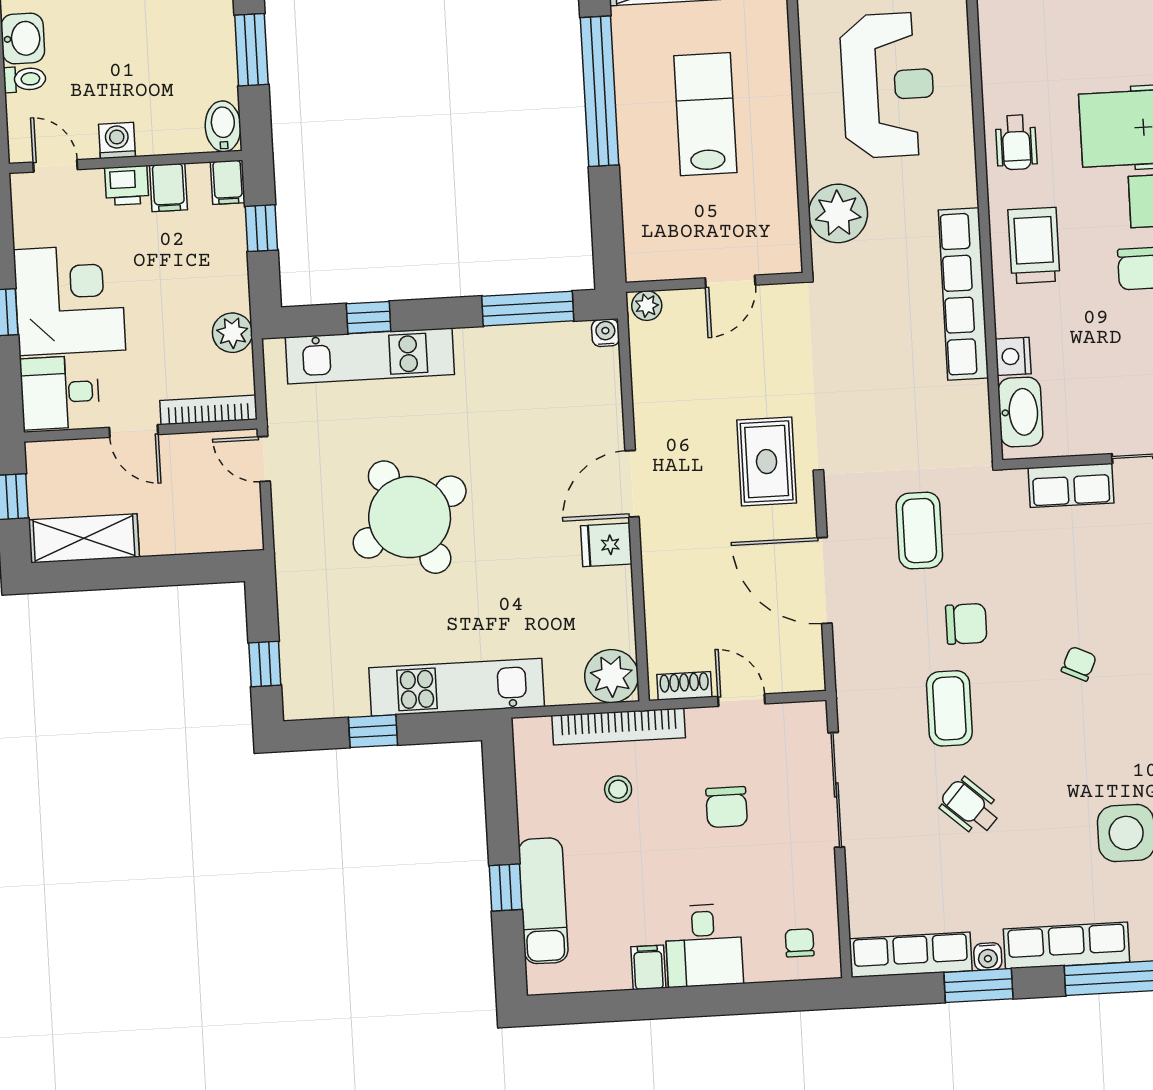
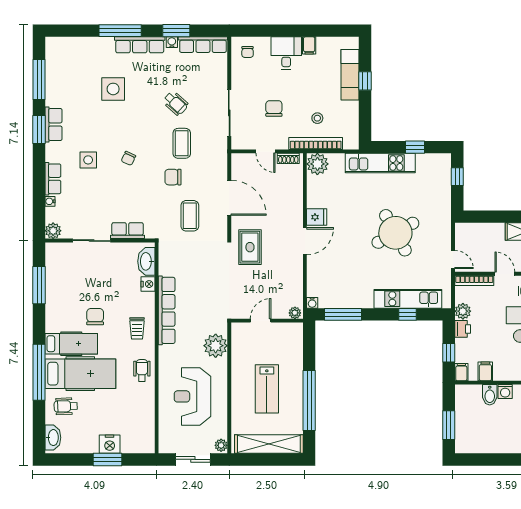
bidet: (223, 126) -> (490, 395), moved
printer: (127, 185) -> (463, 329), moved, turned 90
trolley: (1034, 245) -> (137, 328), width x0.73, depth x0.72

